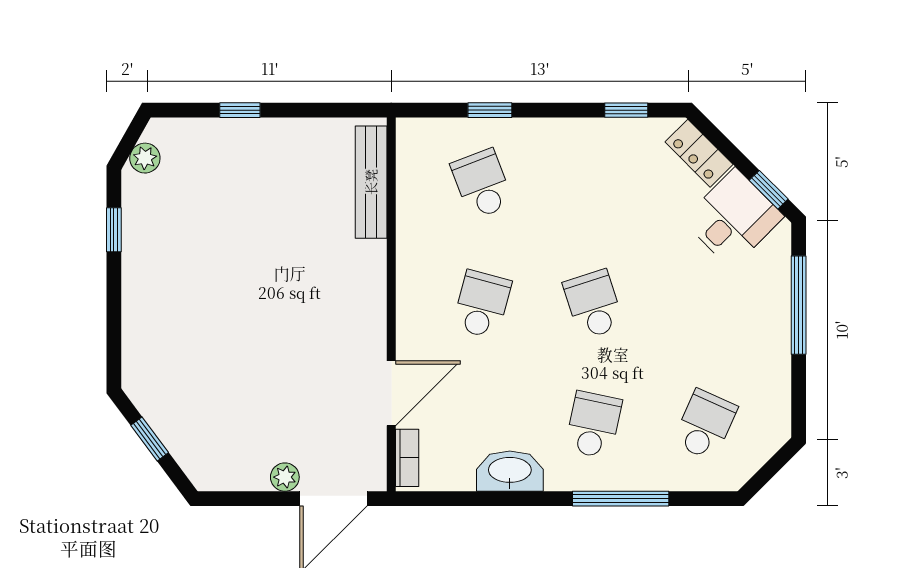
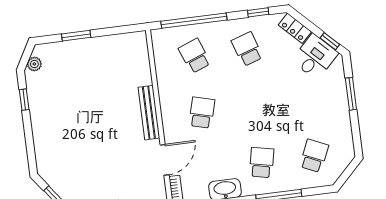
window: (240, 110) -> (76, 36), width x1.50
window: (490, 110) -> (194, 21), width x3.17
bench: (371, 182) -> (149, 113), moved
school desk: (593, 304) -> (247, 49), moved
window: (799, 305) -> (351, 94), width x0.69

